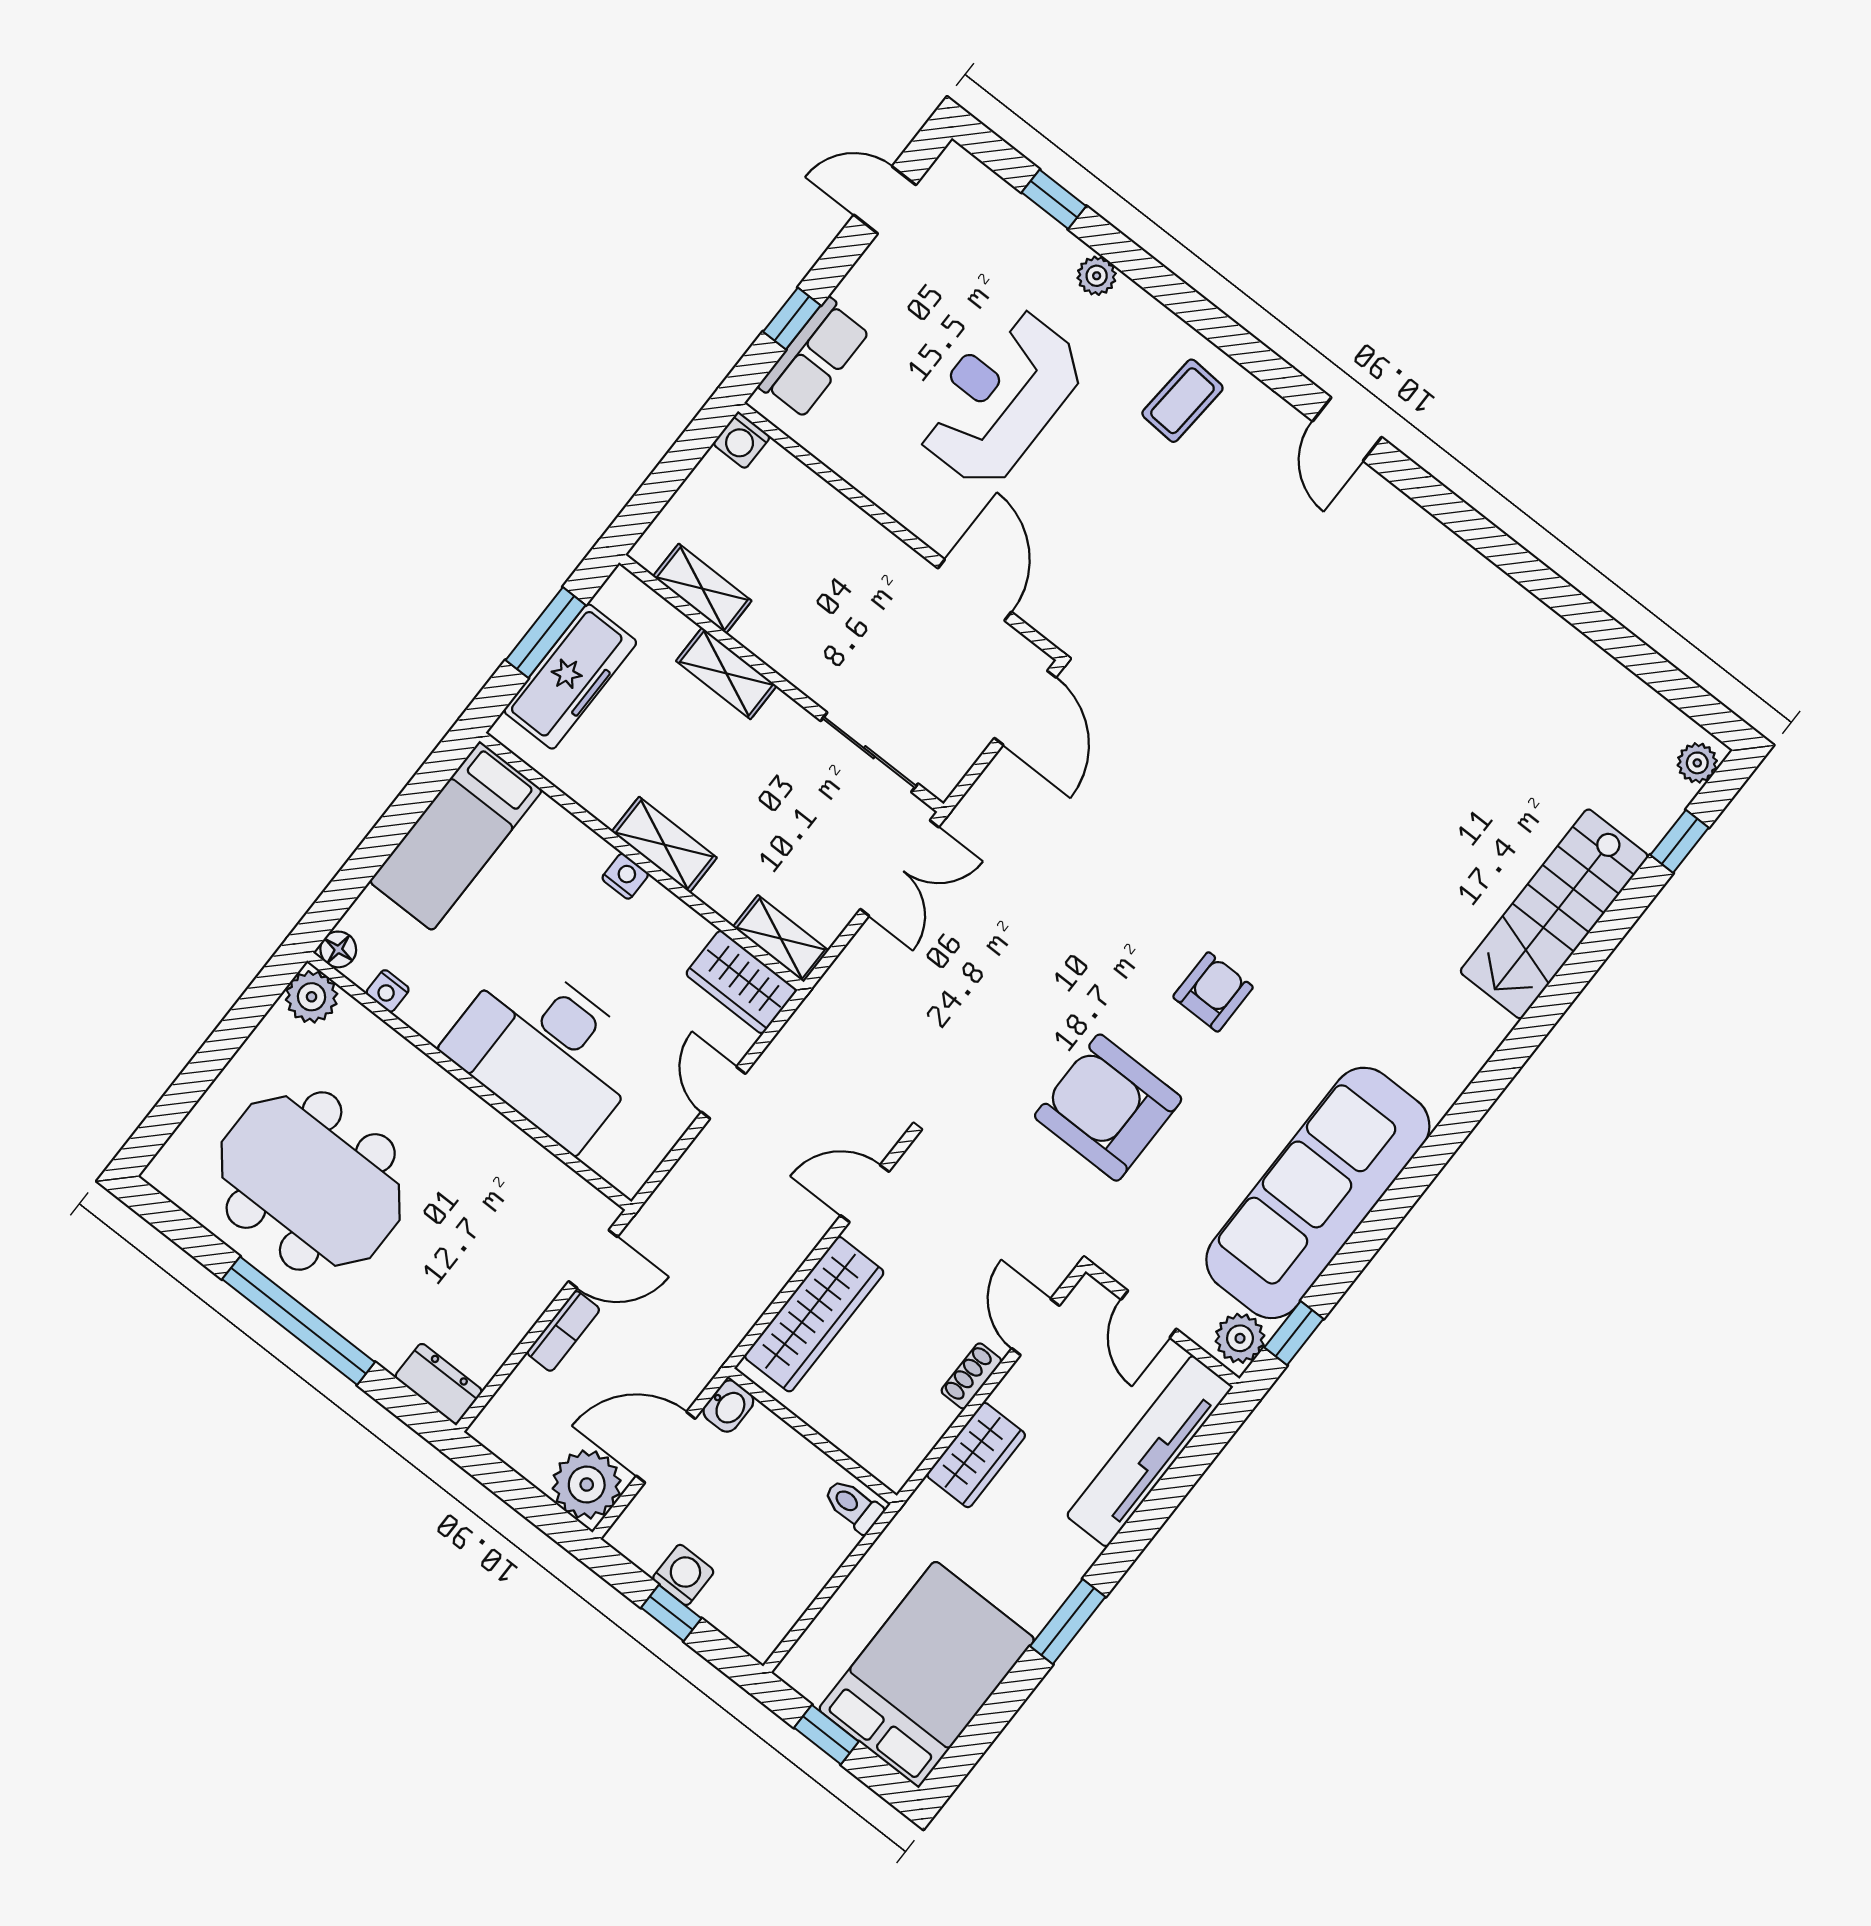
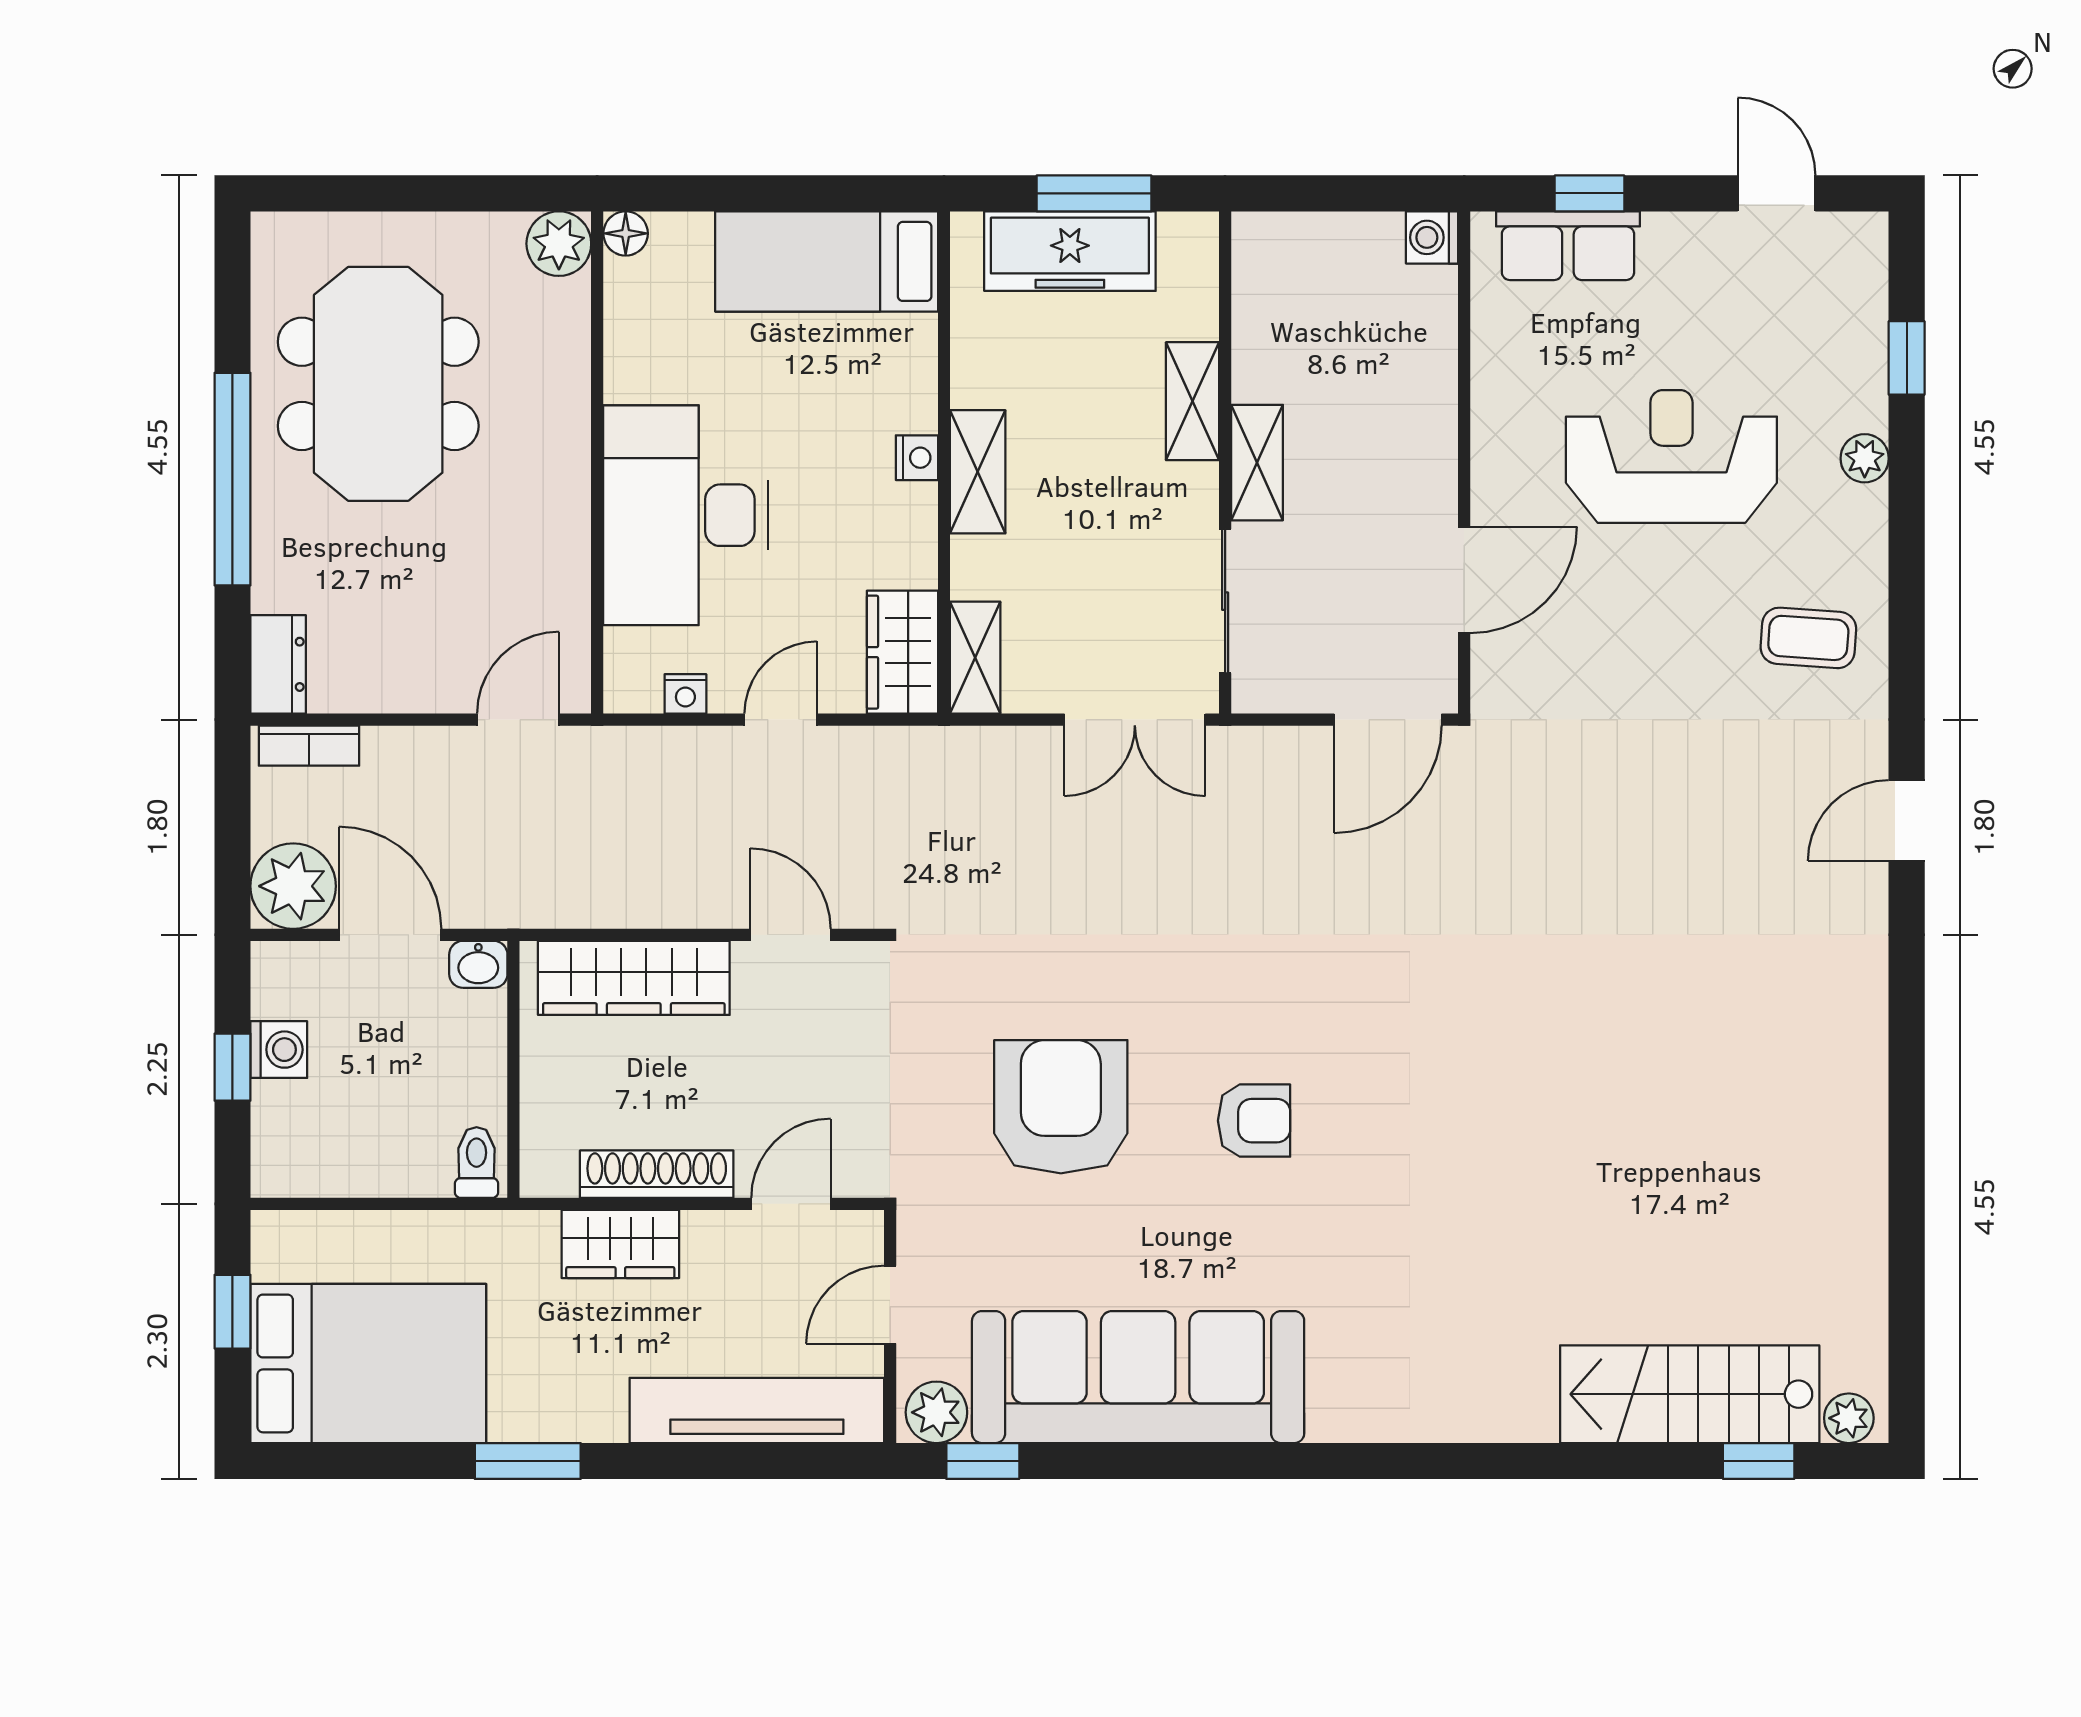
shelving: (702, 589) -> (1257, 463), moved
stairs: (1554, 914) -> (1690, 1394), moved
nightstand: (388, 991) -> (685, 694), moved, turned -90
door: (593, 1259) -> (518, 720), swing flipped
bookcase: (563, 1331) -> (309, 746), moved
shoe rack: (971, 1376) -> (657, 1174), width x1.94, depth x1.24

